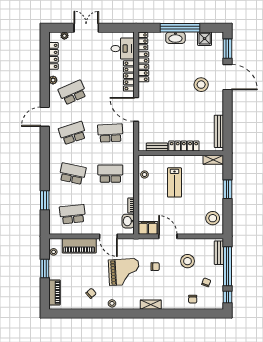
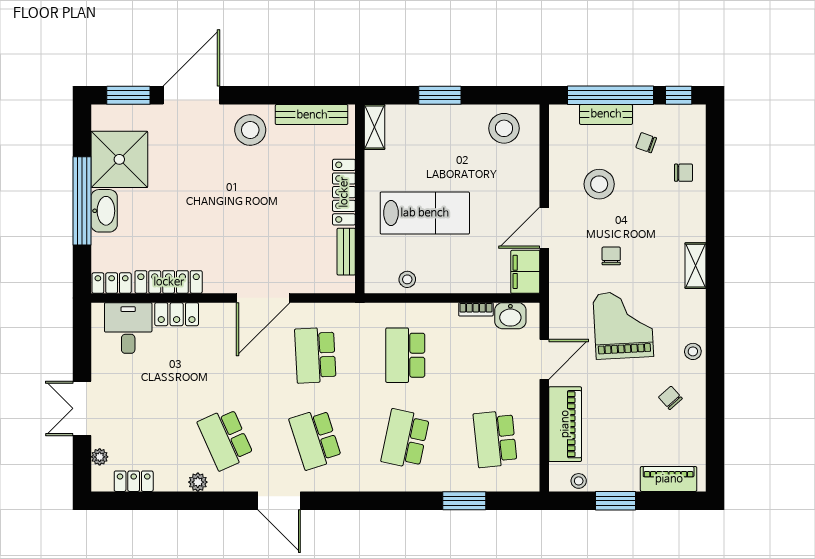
shower: (205, 39) -> (119, 159), width x1.86, depth x1.86
locker: (53, 56) -> (134, 481), width x0.66
locker: (129, 76) -> (177, 314), width x0.66
stool: (201, 85) -> (250, 130), moved
lab bench: (174, 182) -> (425, 213), width x1.36, depth x1.39
bench: (219, 253) -> (606, 114), moved

